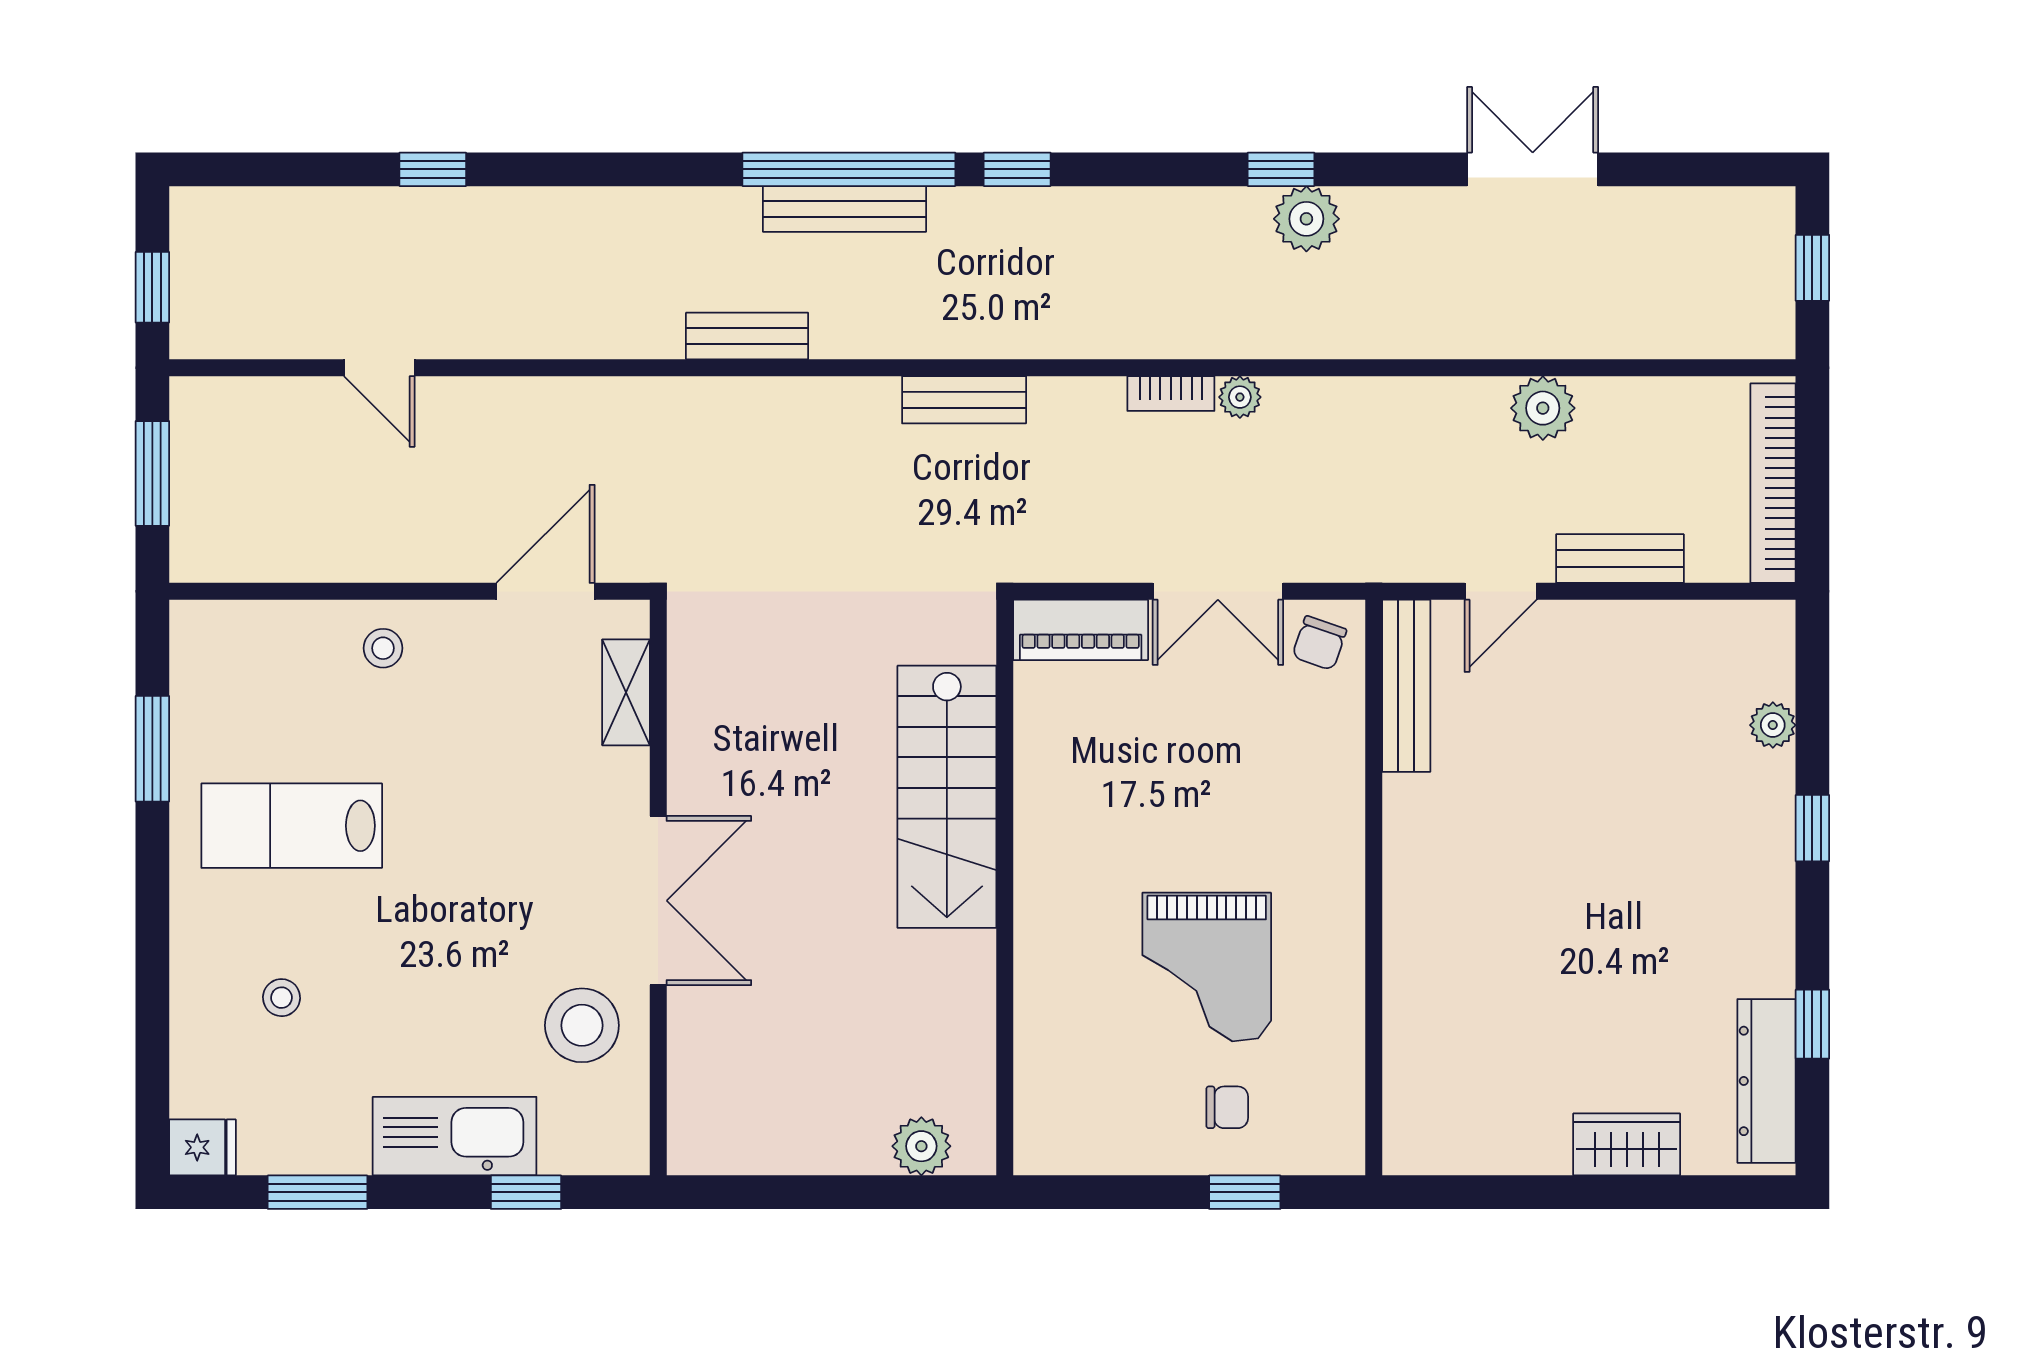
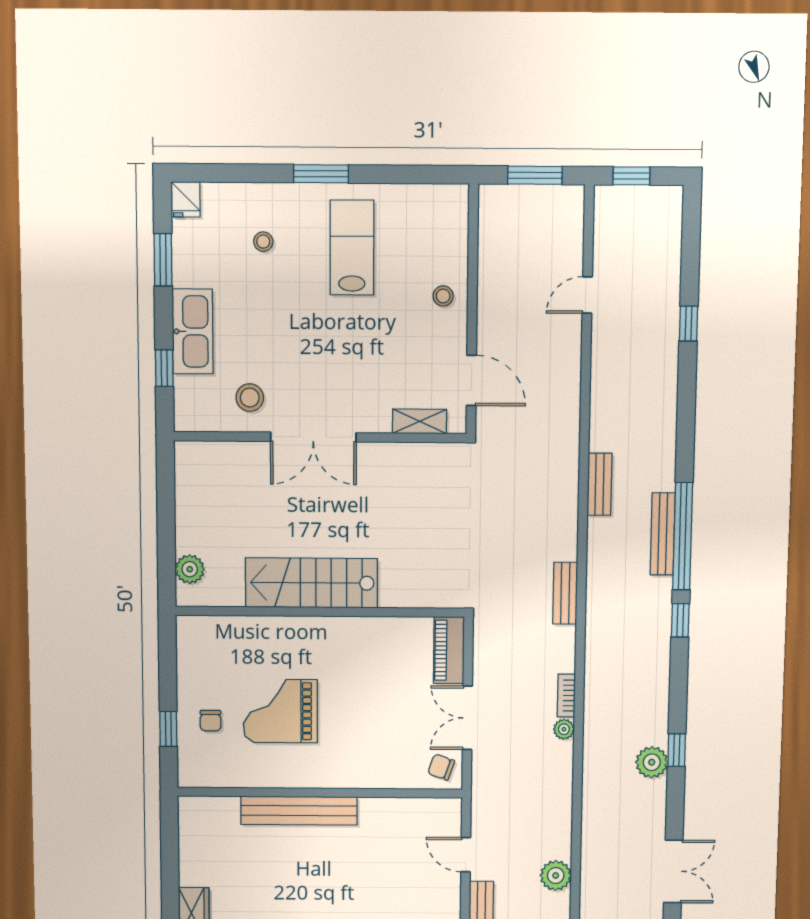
bench: (1406, 686) -> (299, 811), moved, width x1.37, depth x1.21
window: (152, 749) -> (321, 174), moved
stairs: (947, 797) -> (311, 583), moved
stool: (582, 1025) -> (250, 398), width x0.73, depth x0.73

